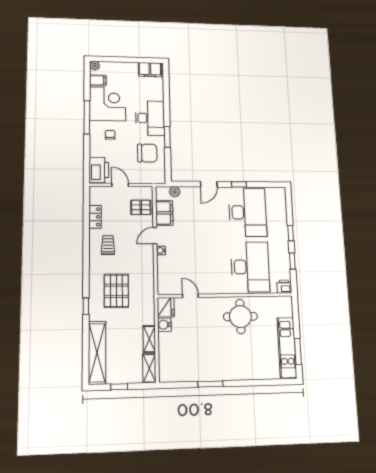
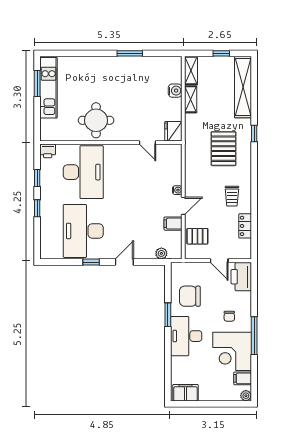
filing cabinet: (164, 213) -> (173, 224), width x0.50
desk: (250, 267) -> (83, 172), turned 180
water cooler: (164, 325) -> (175, 91), moved

